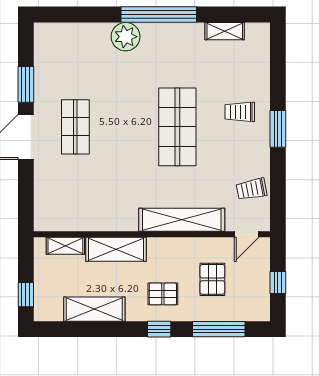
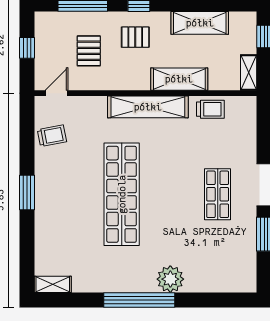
shelving: (225, 31) -> (53, 284), moved
trolley: (240, 112) -> (210, 109), moved
shop shelf: (177, 127) -> (122, 194), width x1.40
shelving: (182, 220) -> (148, 107), moved
shelving: (65, 246) -> (249, 72), moved, turned 90

